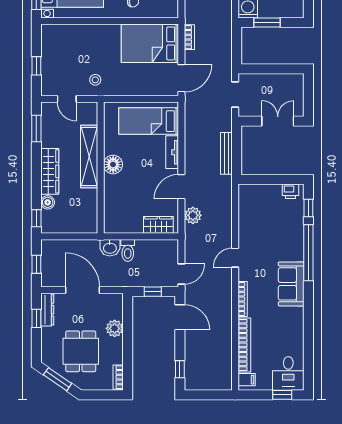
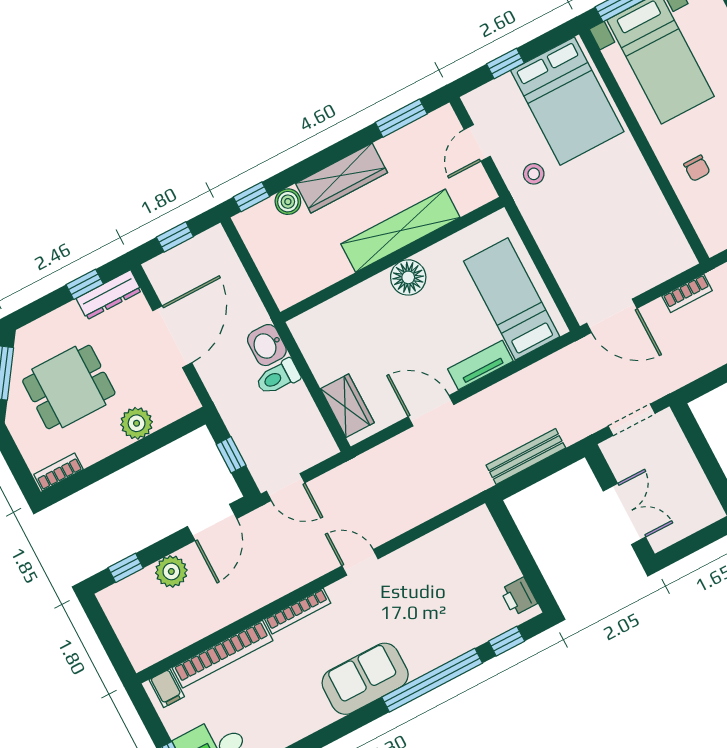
bed: (150, 43) -> (567, 101), moved, turned 180
plant: (193, 215) -> (171, 571), moved

